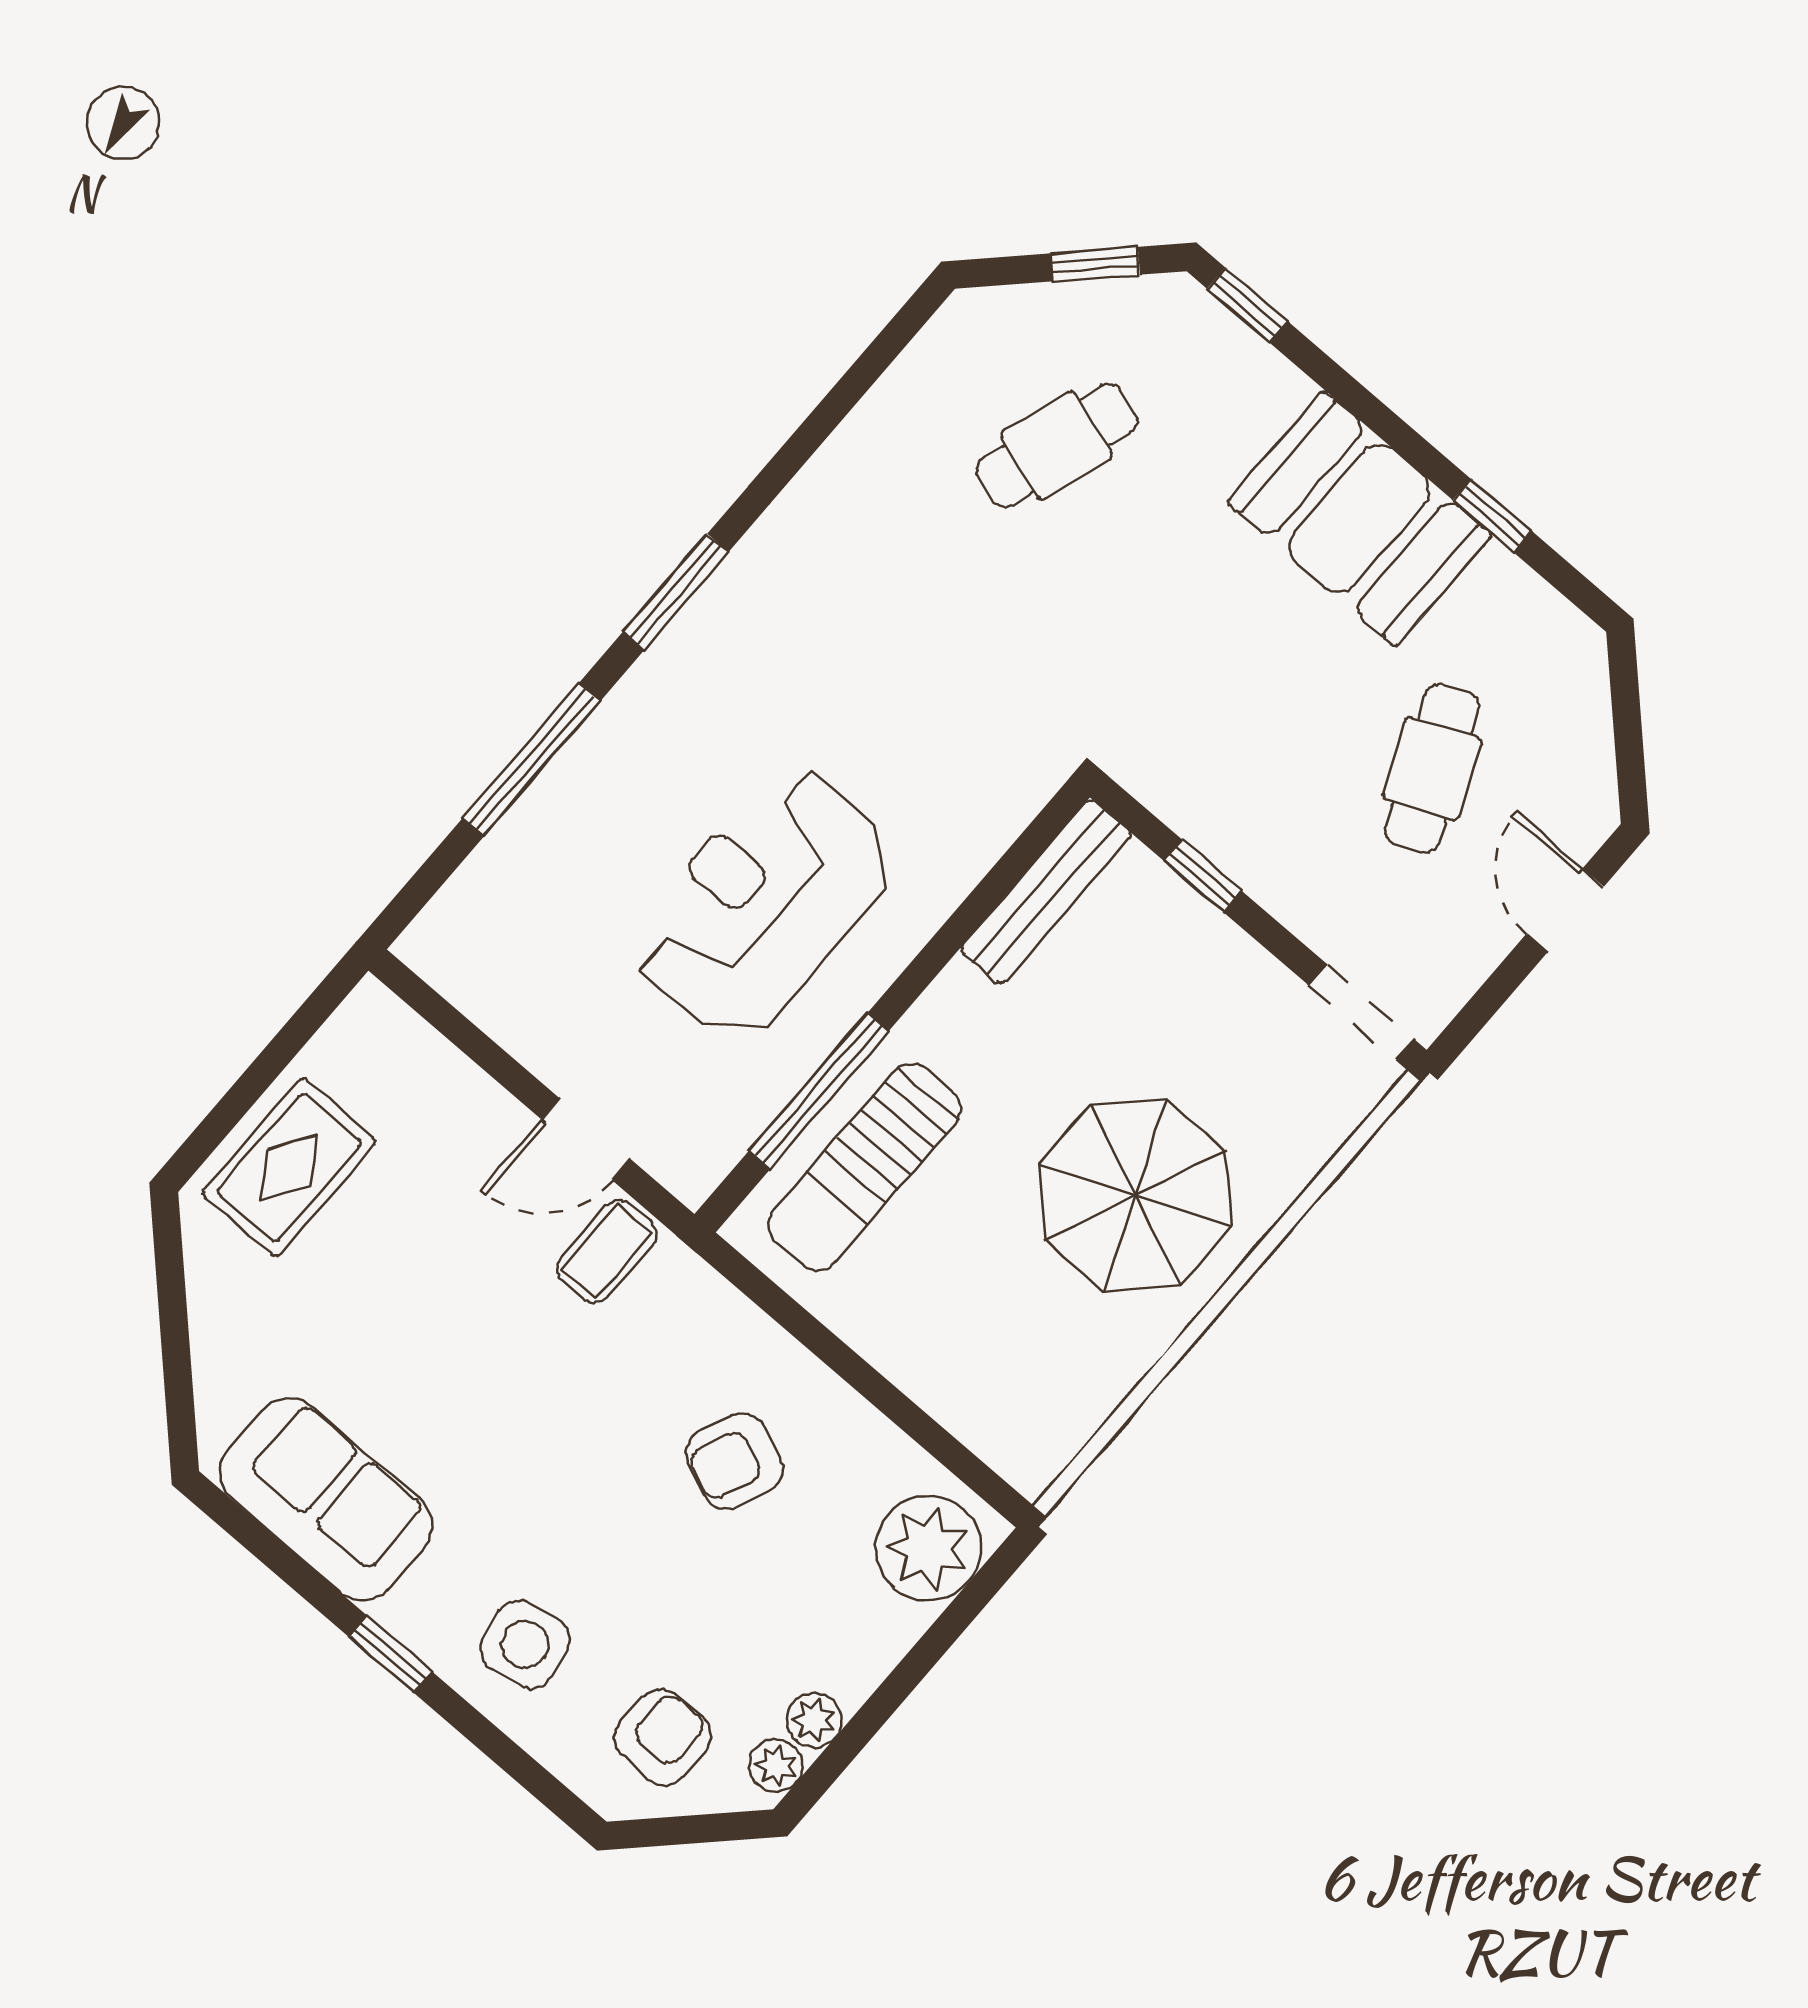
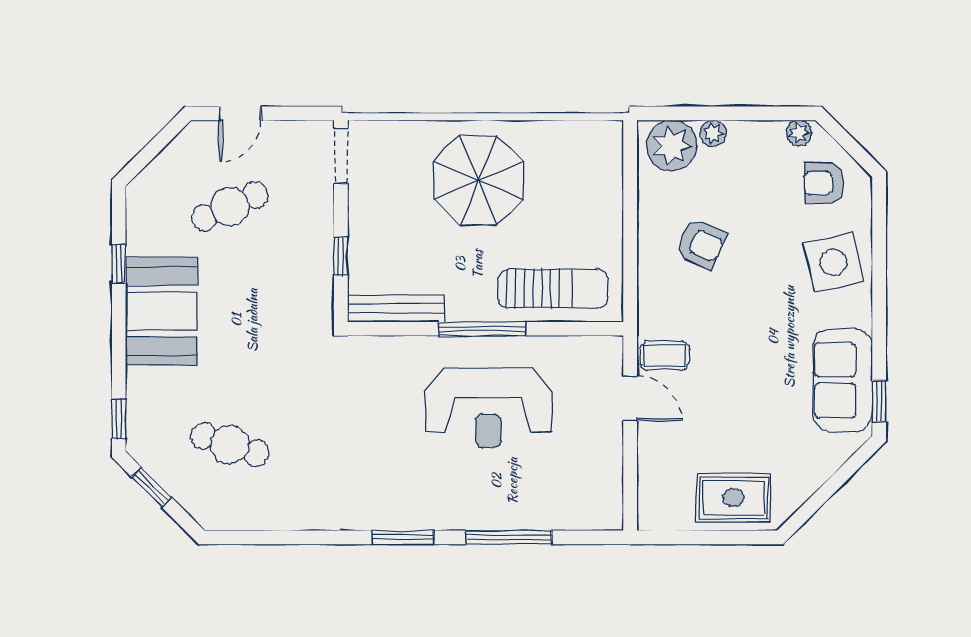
window: (819, 1091) -> (482, 329), moved
side table: (525, 1644) -> (833, 262), width x1.37, depth x1.37
window: (391, 1655) -> (879, 401), moved
plant: (814, 1720) -> (713, 133), moved

